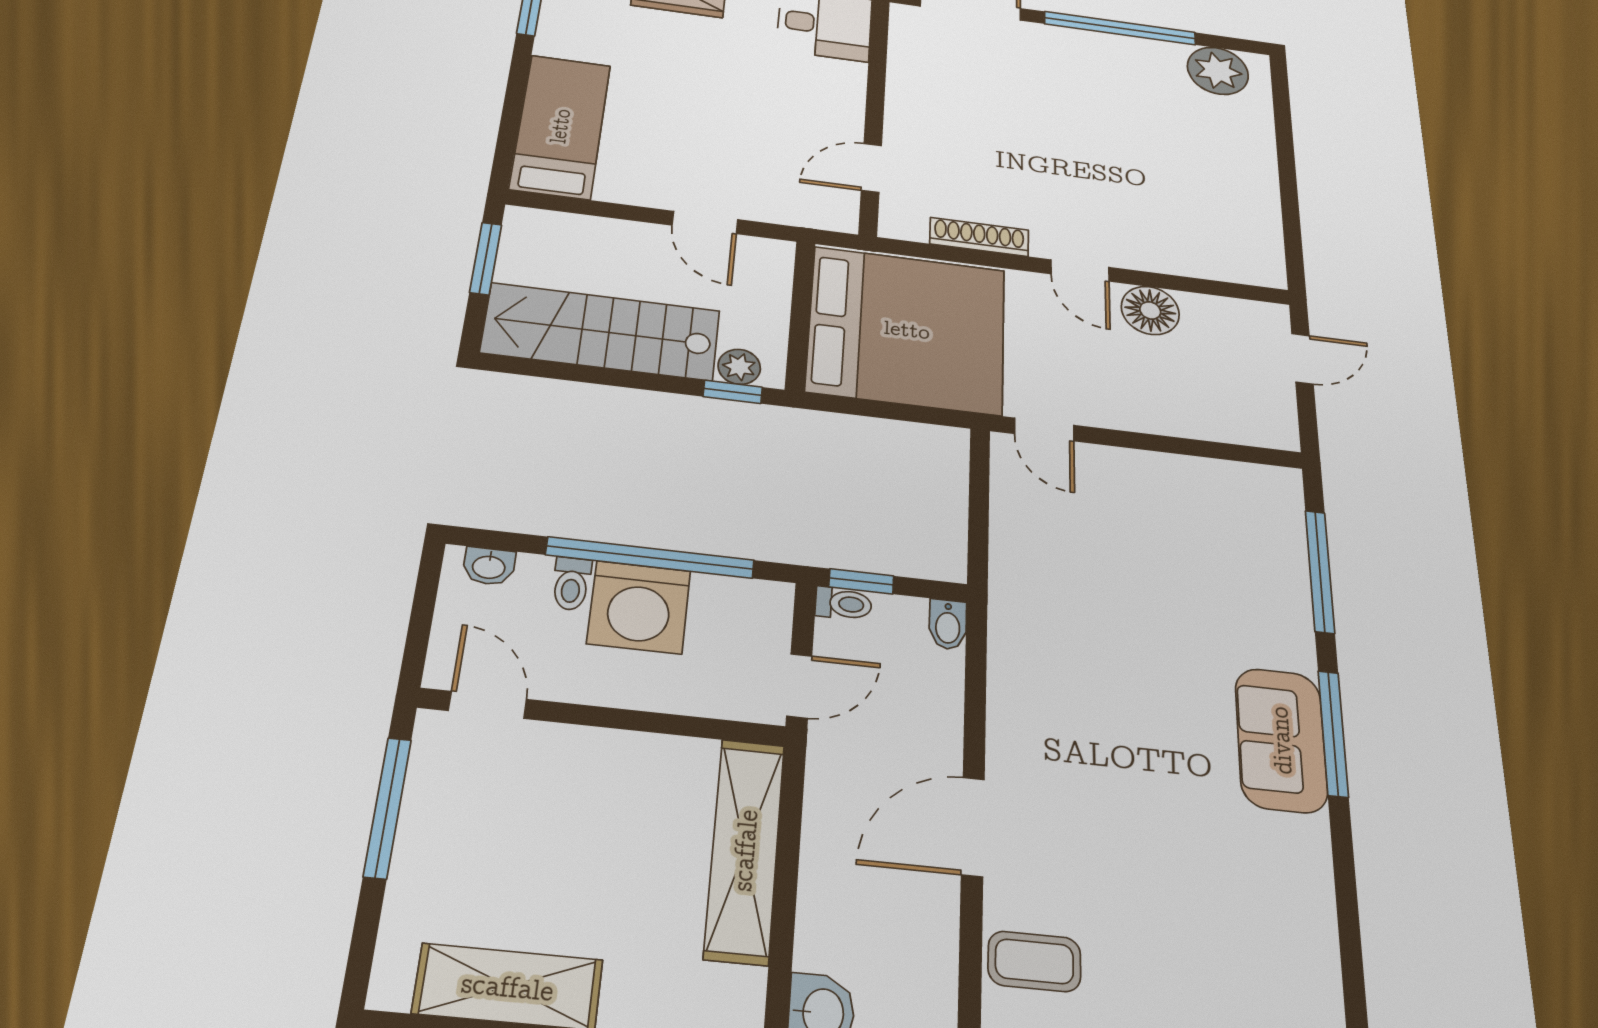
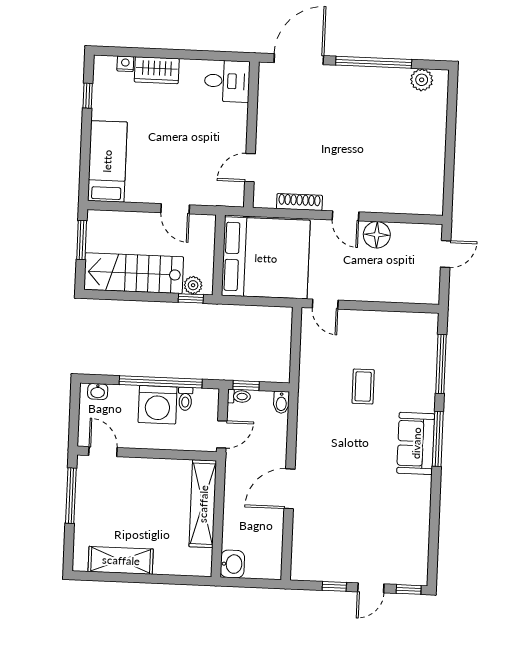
plant: (1218, 71) -> (422, 80), width x0.73, depth x0.73
toilet: (571, 584) -> (185, 399), moved
coffee table: (1034, 961) -> (363, 386), moved, turned 90

